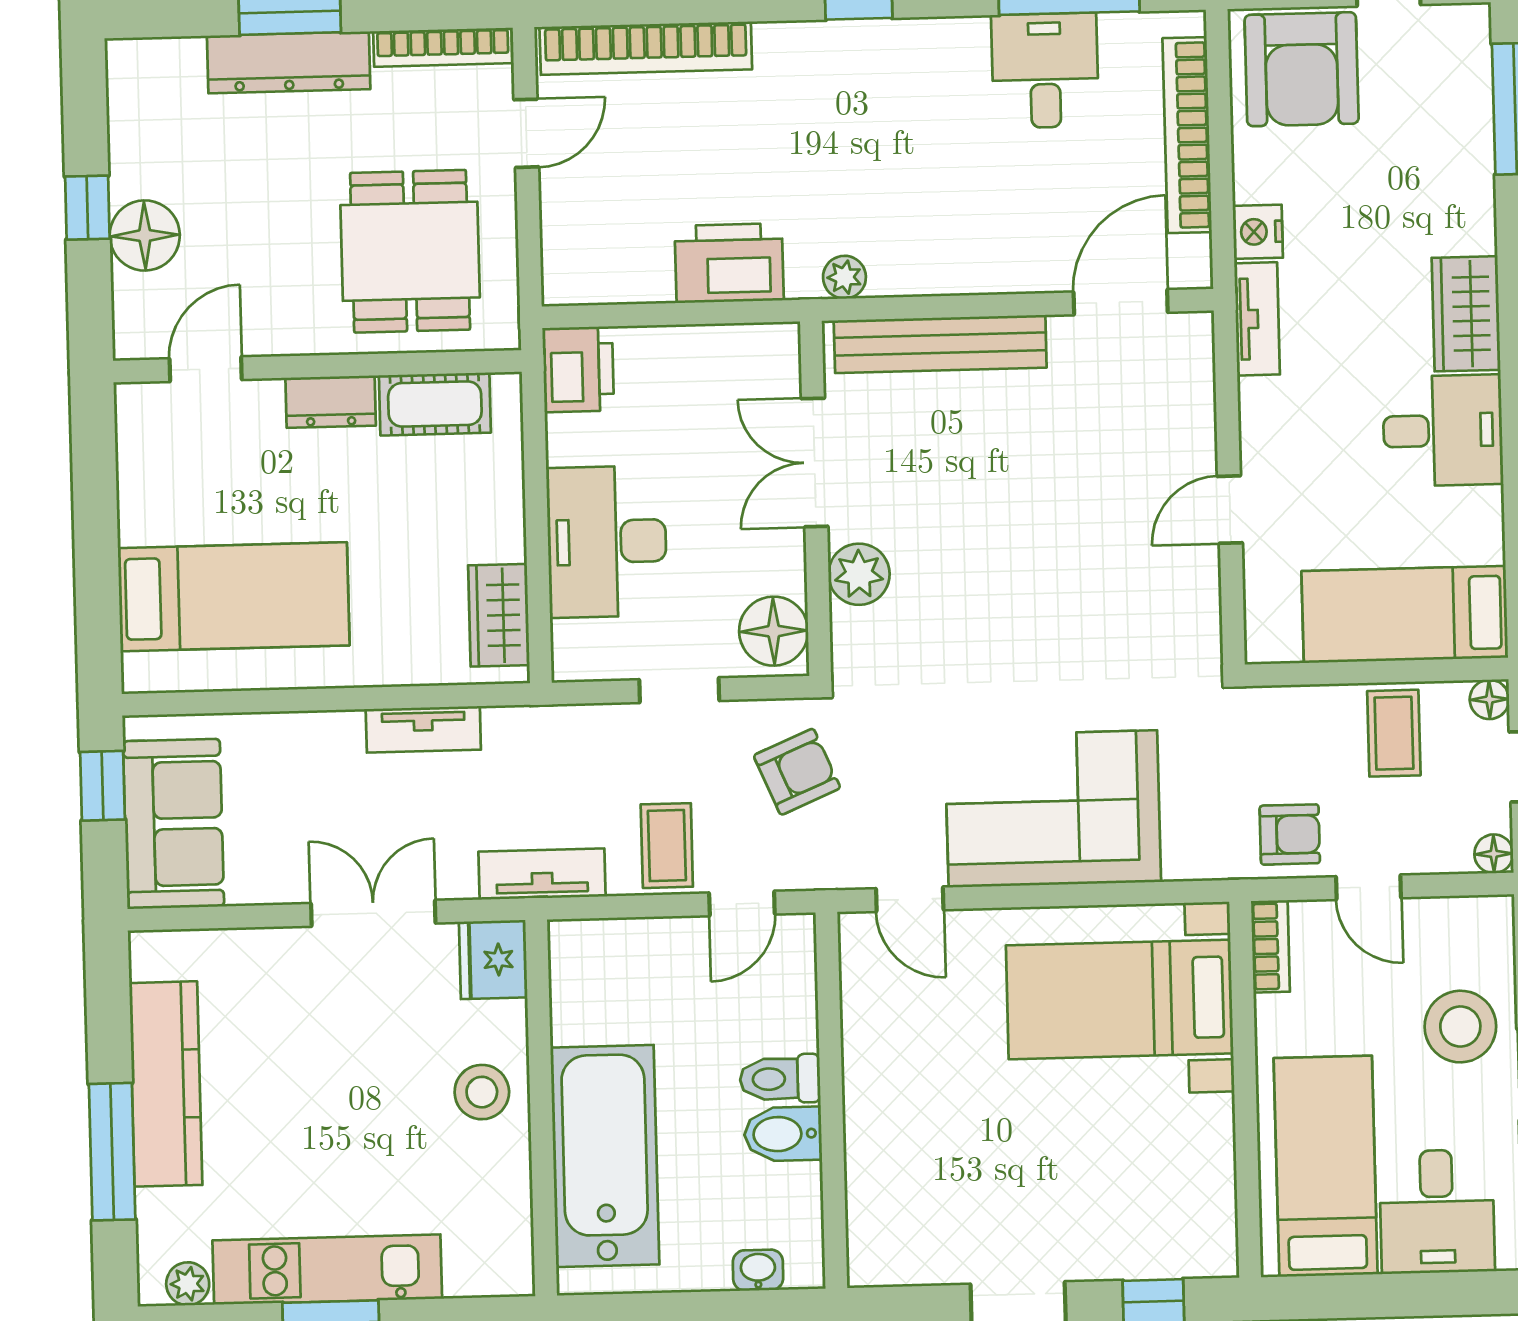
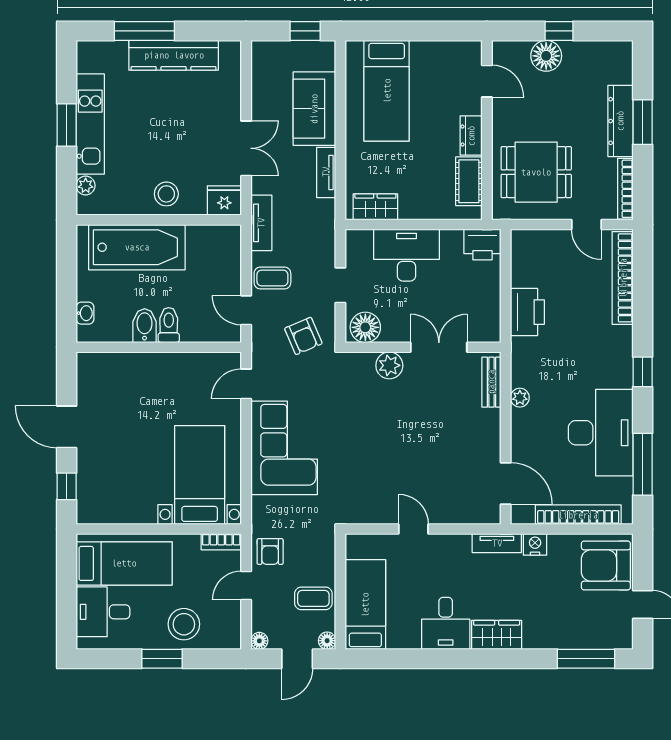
desk: (1045, 71) -> (601, 433), width x1.87, depth x1.30
plant: (844, 277) -> (520, 398), moved
bench: (940, 344) -> (491, 382), width x0.54, depth x0.82
sofa: (174, 824) -> (314, 109), moved, turned 90
plant: (188, 1284) -> (86, 186), moved

